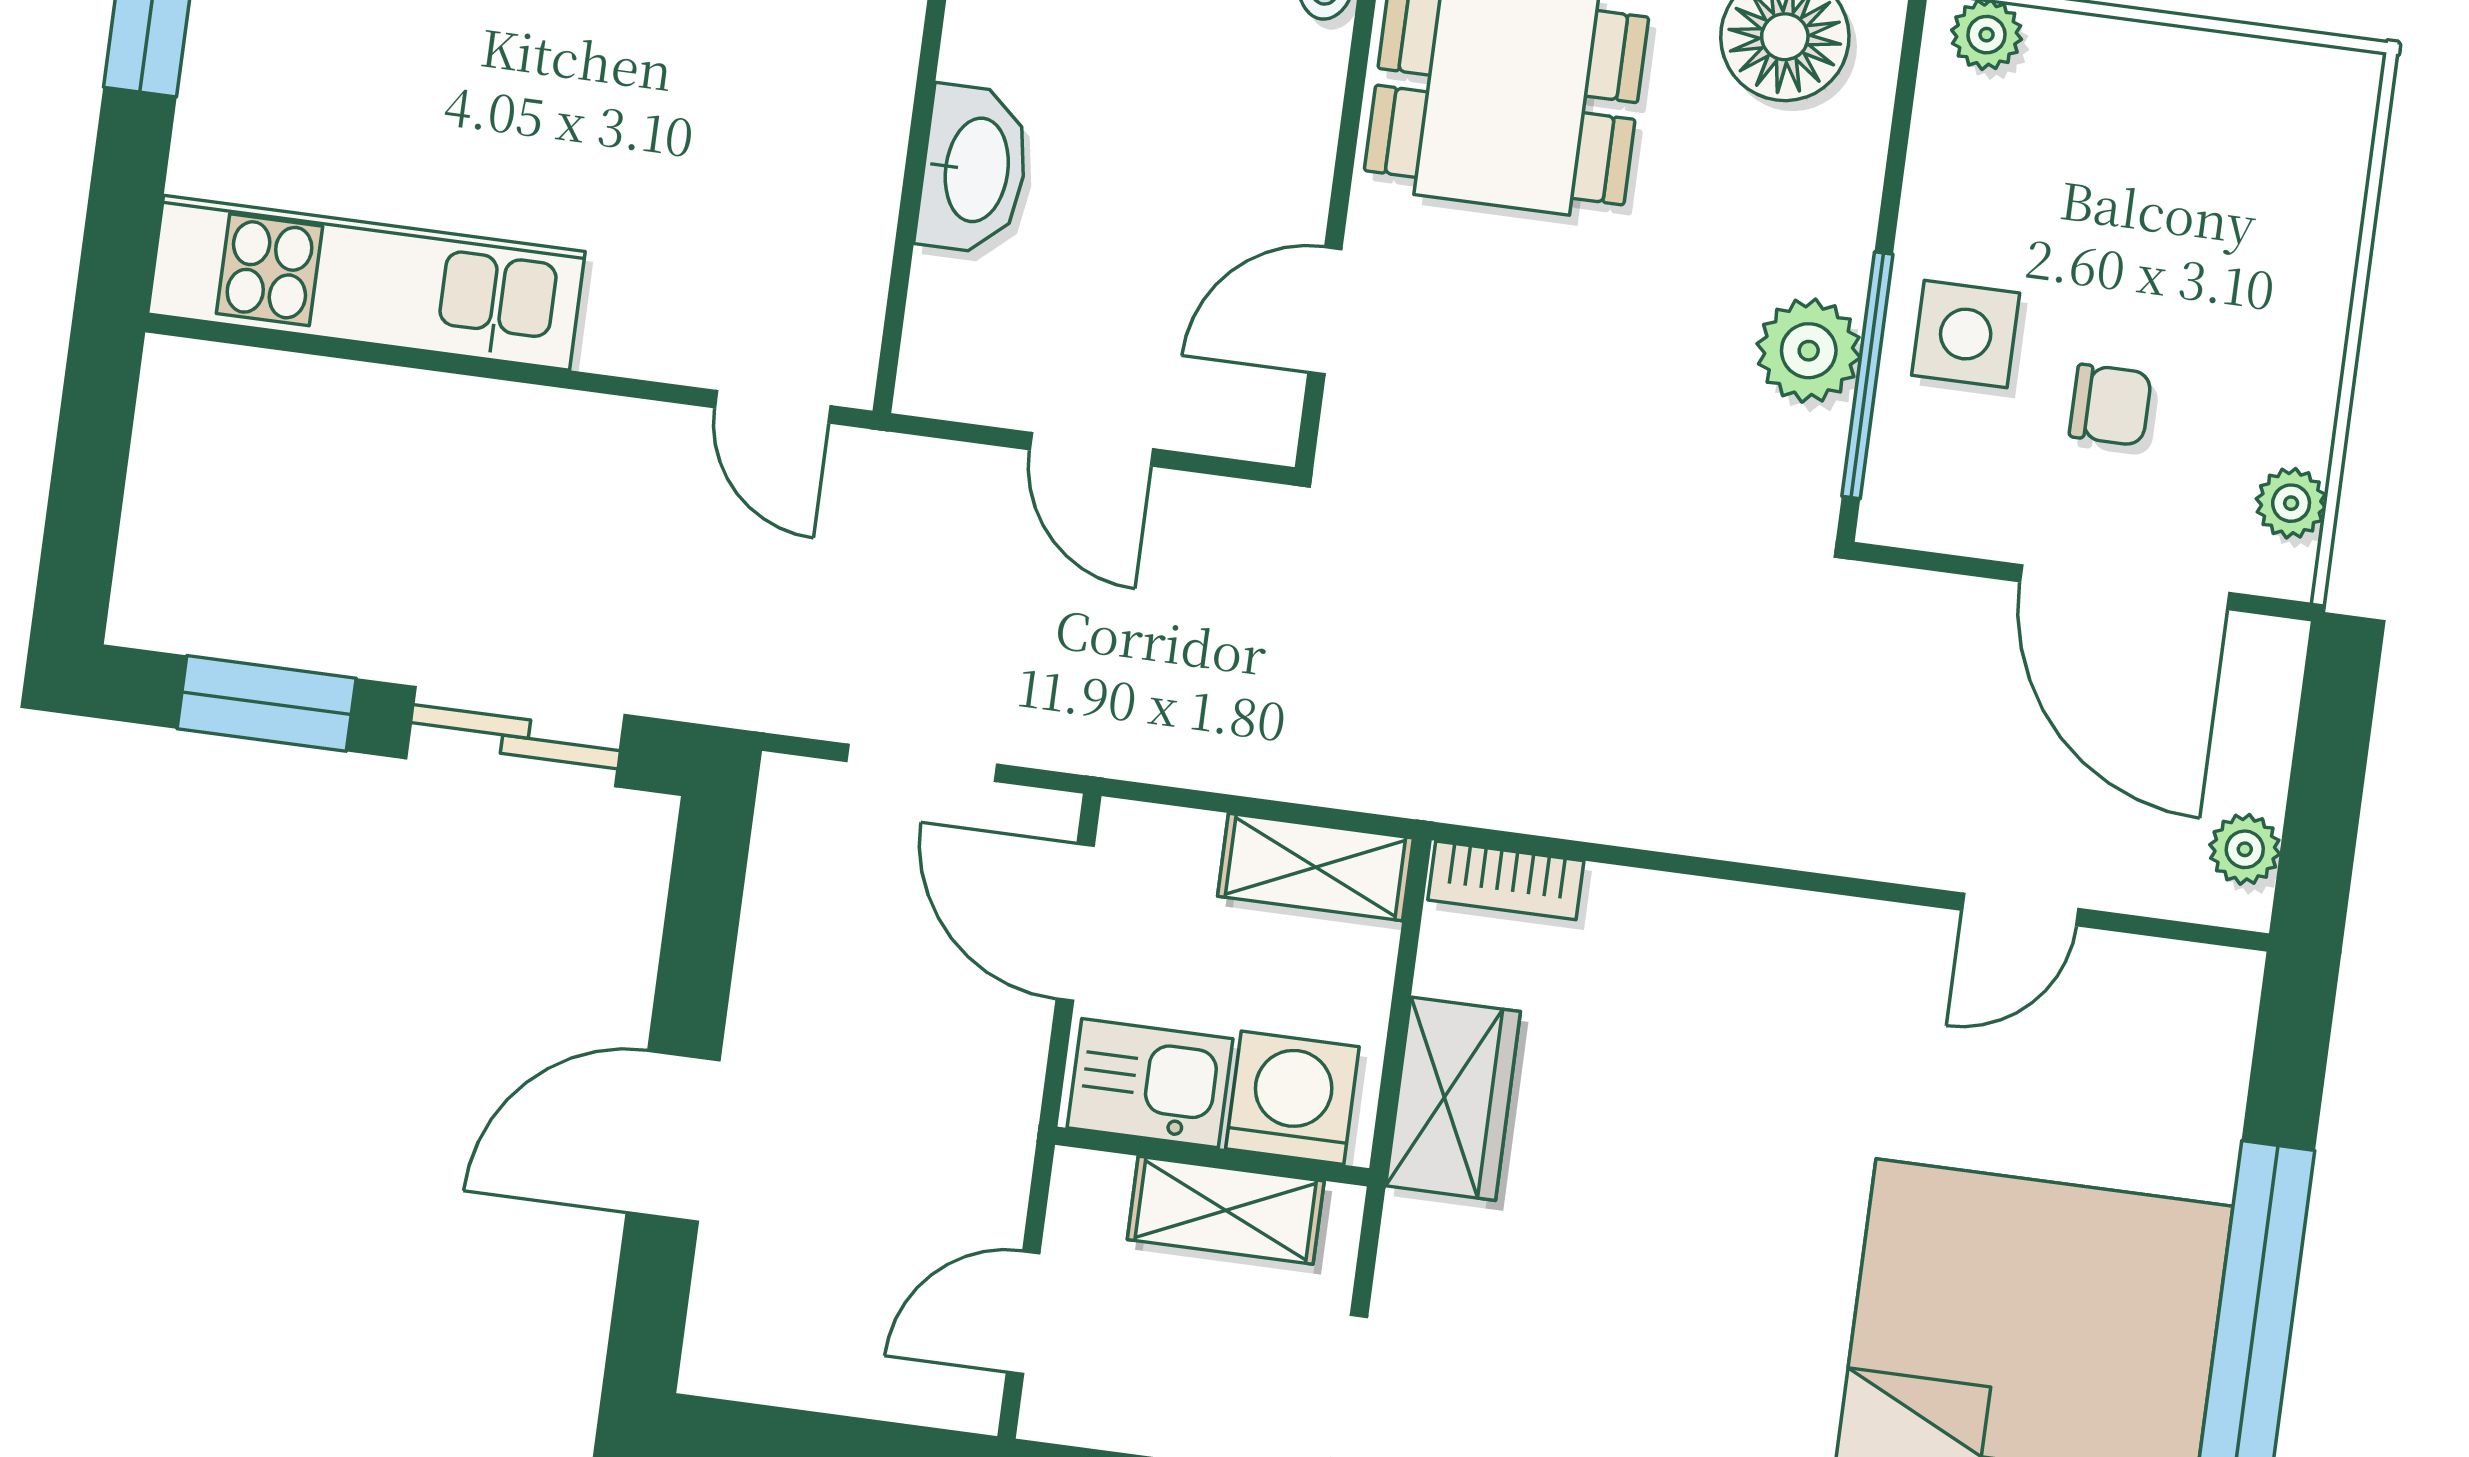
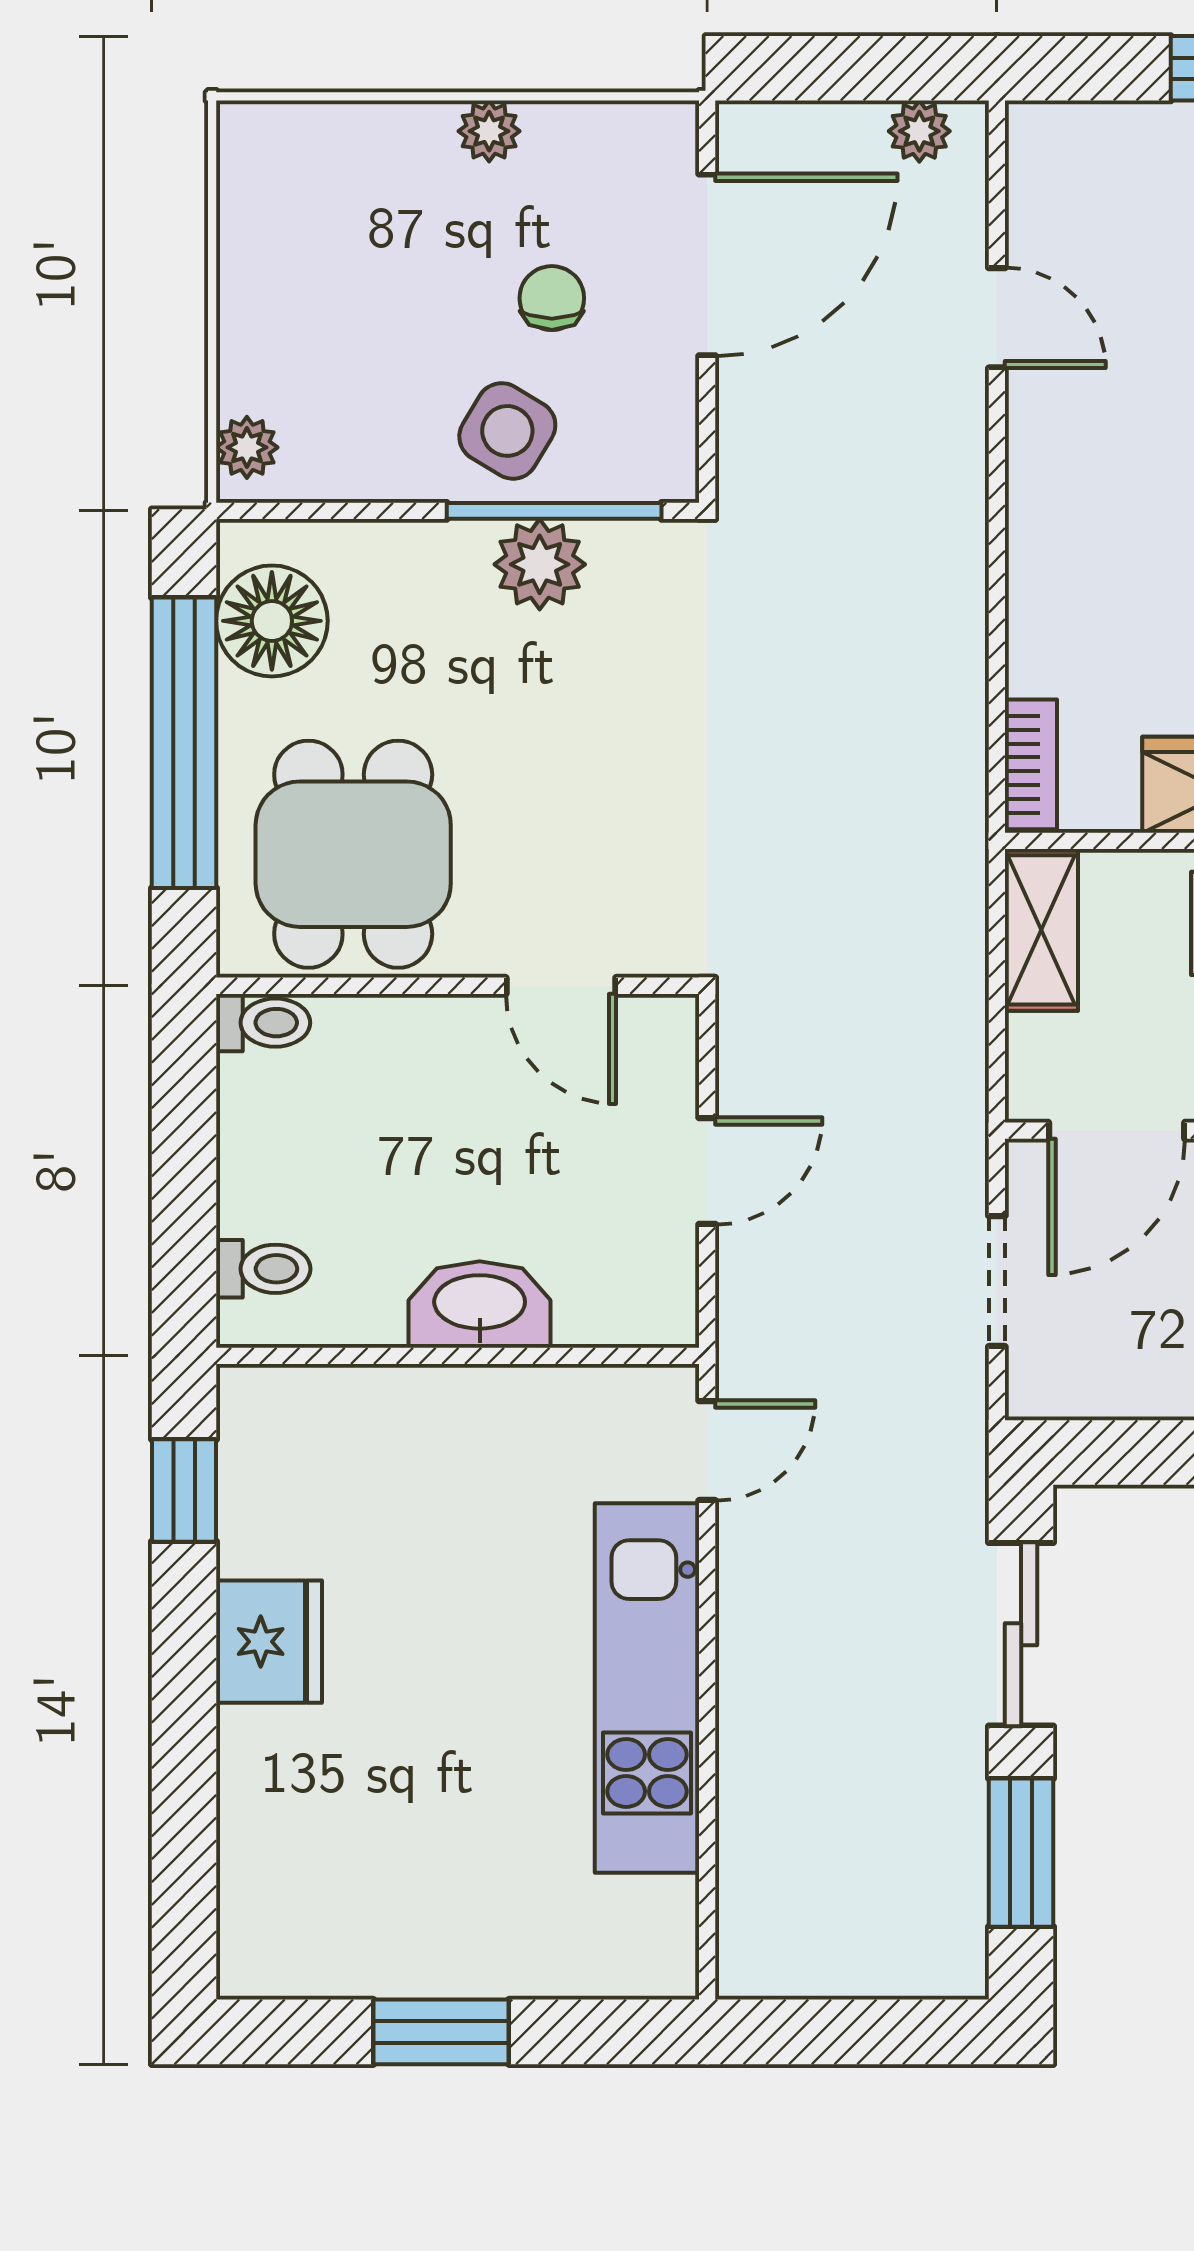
kitchen unit: (366, 283) -> (647, 1688), moved
side table: (1966, 334) -> (507, 431), turned 31
plant: (2291, 503) -> (489, 131), moved

